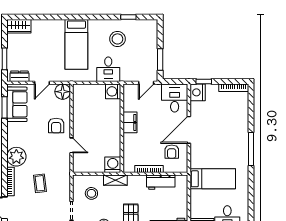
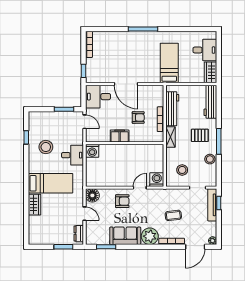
wardrobe: (19, 26) -> (35, 205), moved
nightstand: (198, 92) -> (93, 76), removed
sofa: (17, 104) -> (125, 236), moved
armchair: (172, 152) -> (138, 117), moved
washing machine: (113, 165) -> (157, 180), moved, turned 90
shelving: (115, 180) -> (171, 137), moved
workbench: (161, 182) -> (172, 109), width x1.37

